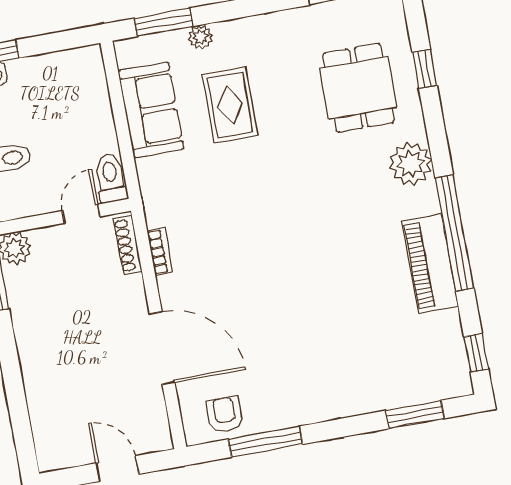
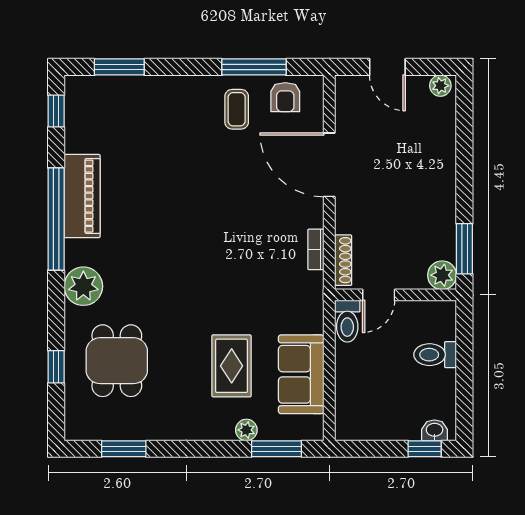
coffee table: (276, 391) -> (237, 109), added
plant: (55, 459) -> (440, 86), added

